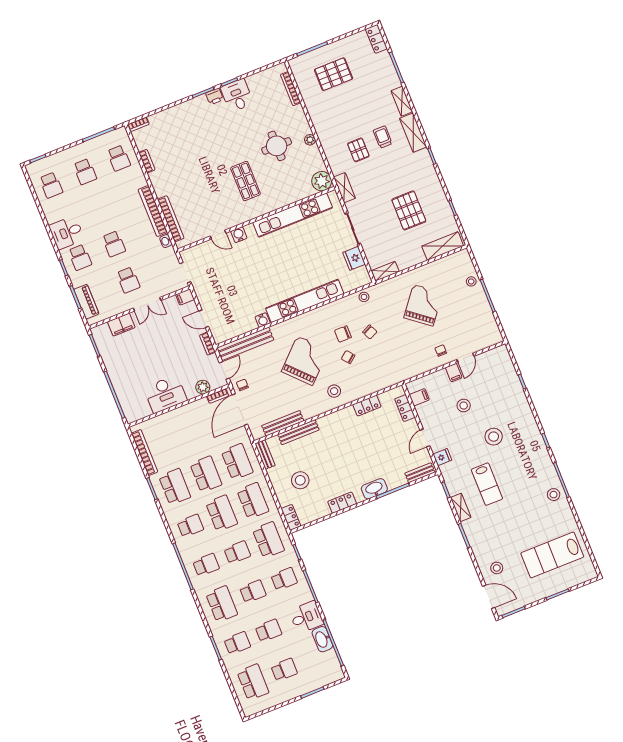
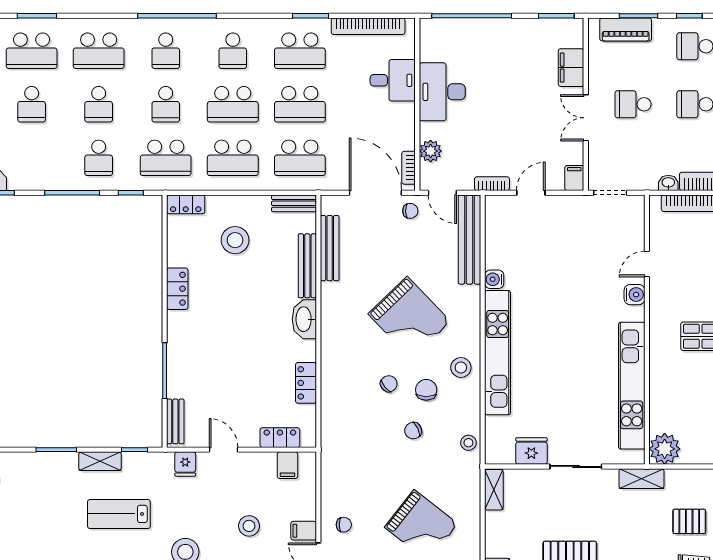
stool: (334, 391) -> (461, 367), moved
washbasin: (374, 489) -> (304, 319), moved, turned 180
desk: (306, 617) -> (393, 80), moved, turned -90
school desk: (237, 643) -> (32, 51), width x1.85

